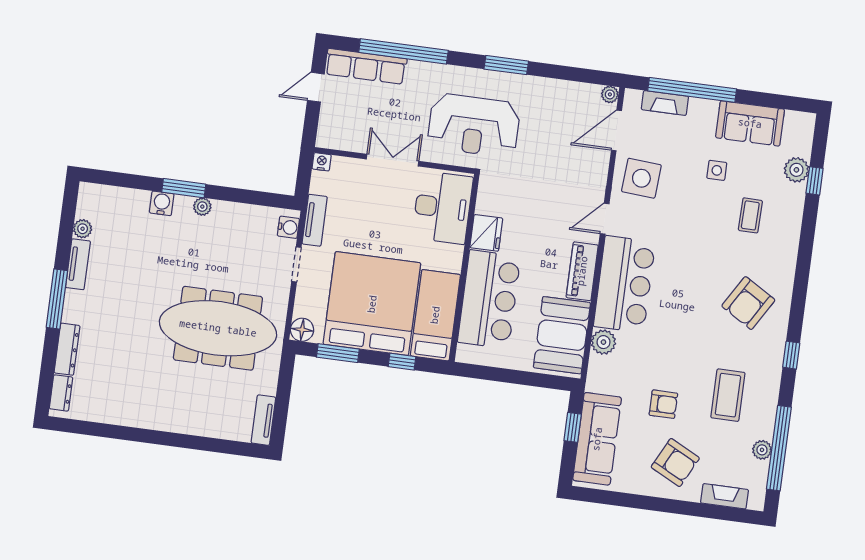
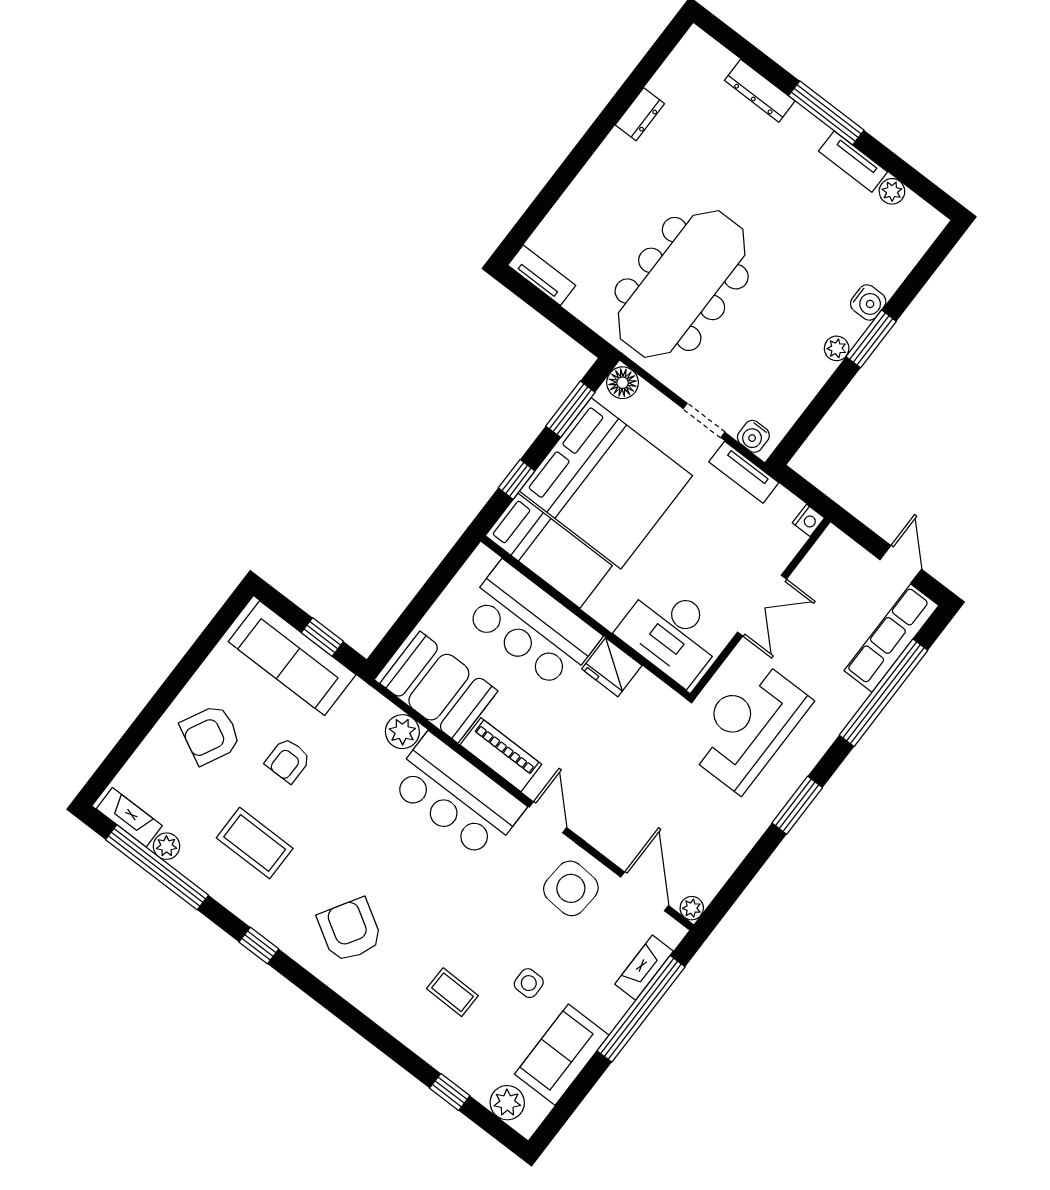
plant: (796, 170) -> (507, 1103), moved
dresser: (61, 393) -> (640, 114), moved, turned -90
fireplace: (725, 496) -> (129, 817), moved, turned -90

